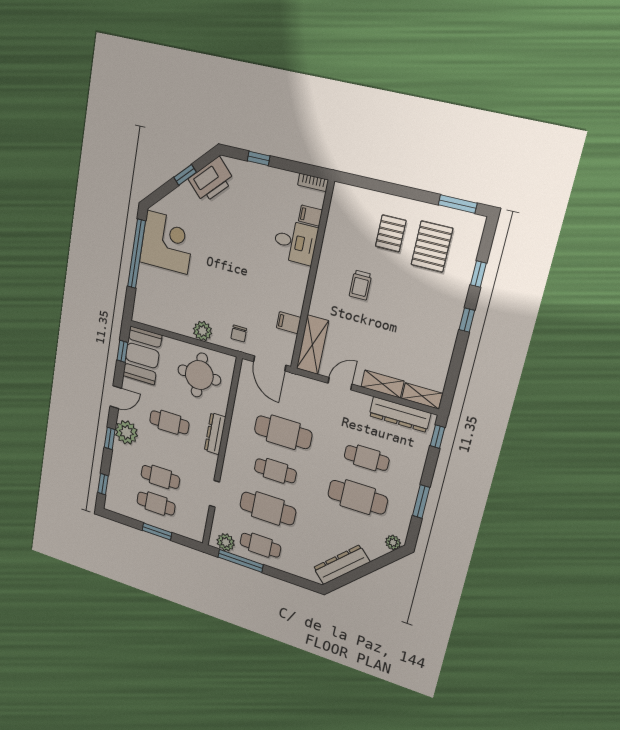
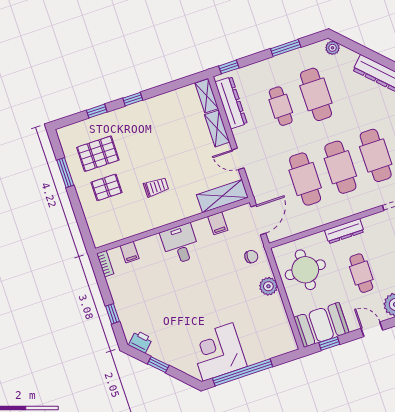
printer: (211, 180) -> (141, 342), width x0.53, depth x0.68
window: (458, 204) -> (65, 173), moved
desk: (295, 242) -> (180, 244), moved
cafe table: (275, 471) -> (340, 167), width x1.37, depth x1.35

